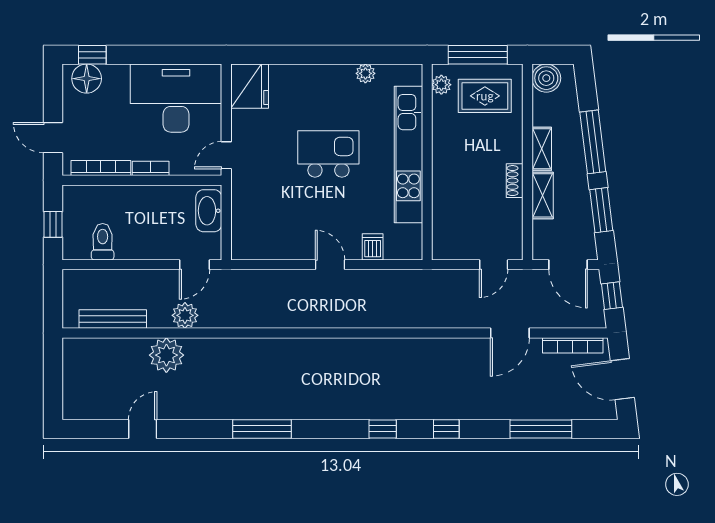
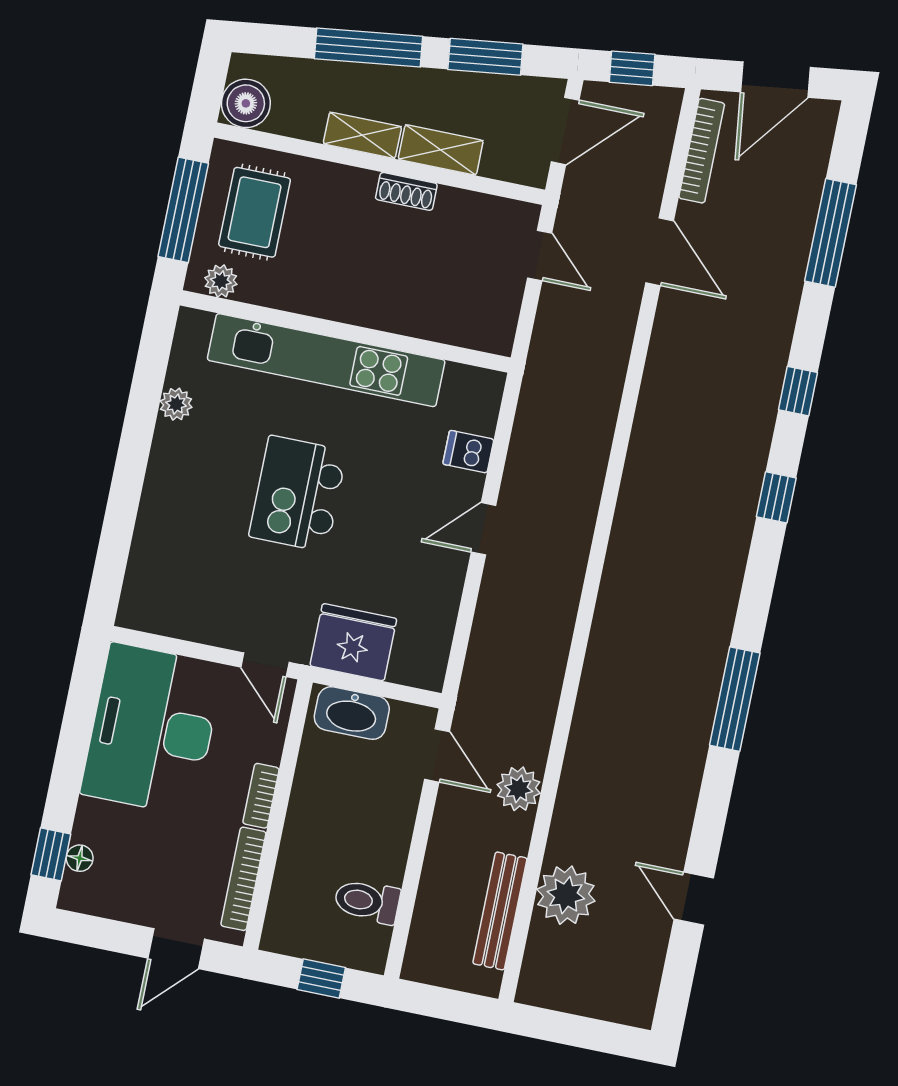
floor lamp: (87, 79) -> (80, 858), width x0.53, depth x0.53
fridge: (250, 86) -> (353, 642), moved
plant: (166, 355) -> (566, 895), moved

